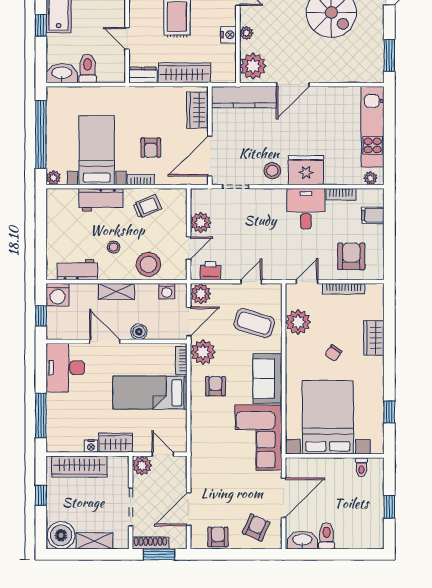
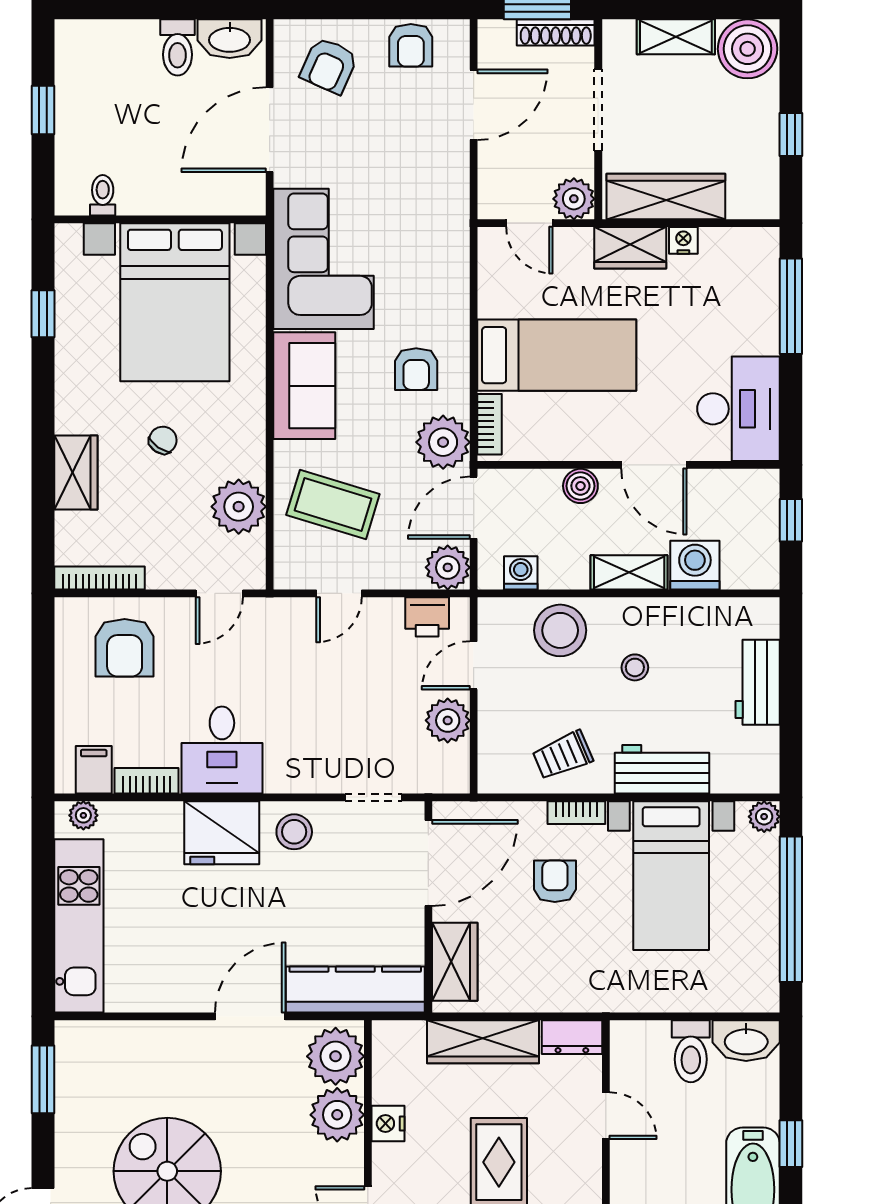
plant: (246, 33) -> (337, 1115), width x1.87, depth x1.87
filing cabinet: (373, 215) -> (94, 770), moved, turned -90
workbench: (77, 270) -> (758, 682), moved, turned 90
bookcase: (343, 289) -> (99, 578), moved
washing machine: (58, 295) -> (695, 565), moved
wardrobe: (79, 467) -> (666, 197), moved

